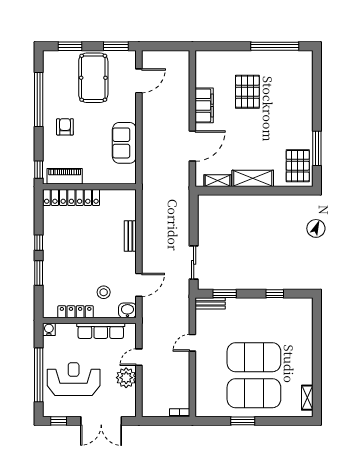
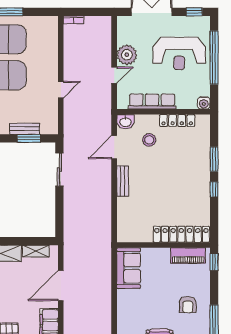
sofa: (124, 143) -> (129, 268), moved
bench: (130, 236) -> (123, 181), moved
bench: (210, 303) -> (25, 129), moved

